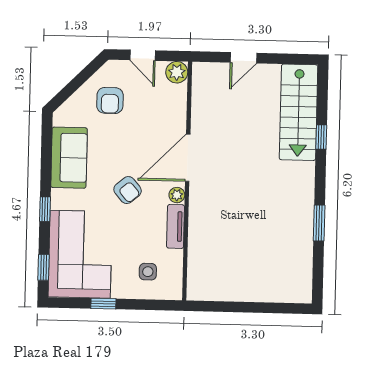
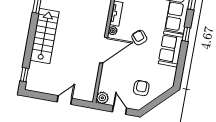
stairs: (299, 112) -> (44, 36), moved
window: (321, 137) -> (24, 75), moved
sofa: (69, 158) -> (171, 49), moved

